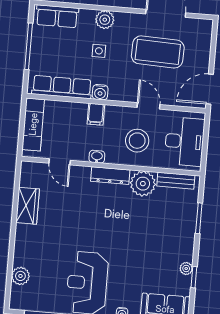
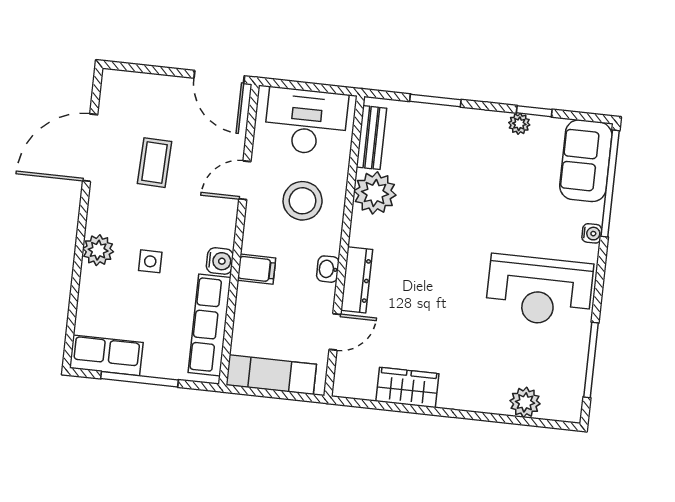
row of seats: (57, 16) -> (106, 355), moved, turned -90
coffee table: (158, 52) -> (154, 163), width x0.54, depth x0.58
dresser: (110, 176) -> (357, 280), moved

